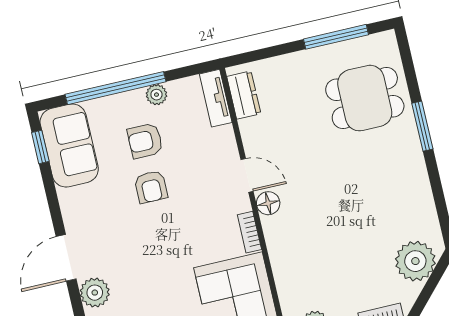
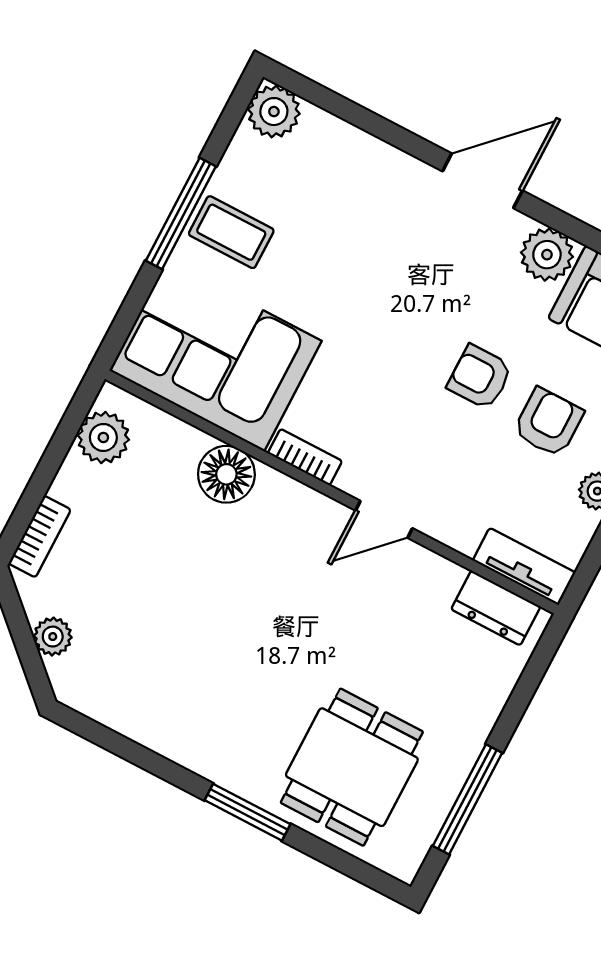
floor lamp: (268, 203) -> (226, 474), moved, width x1.38, depth x1.38
door: (66, 258) -> (483, 181), hinge flipped
plant: (415, 261) -> (53, 637), width x0.53, depth x0.53
plant: (95, 293) -> (547, 255), moved

